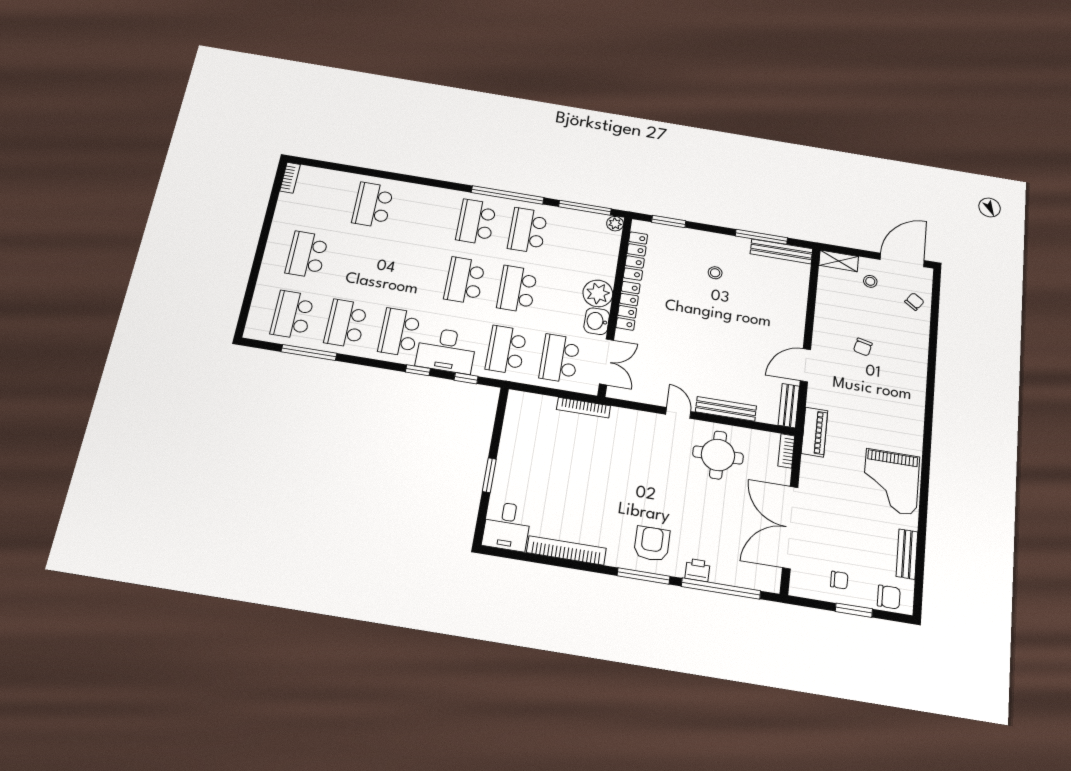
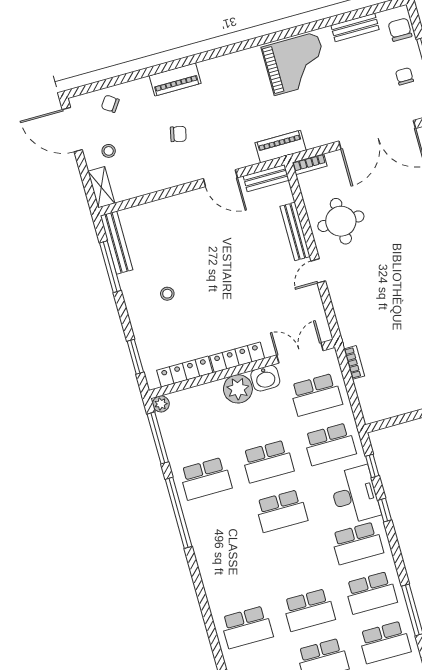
school desk: (476, 222) -> (309, 610), moved
piano: (916, 367) -> (175, 79), added
bookcase: (584, 408) -> (354, 362), width x0.64

